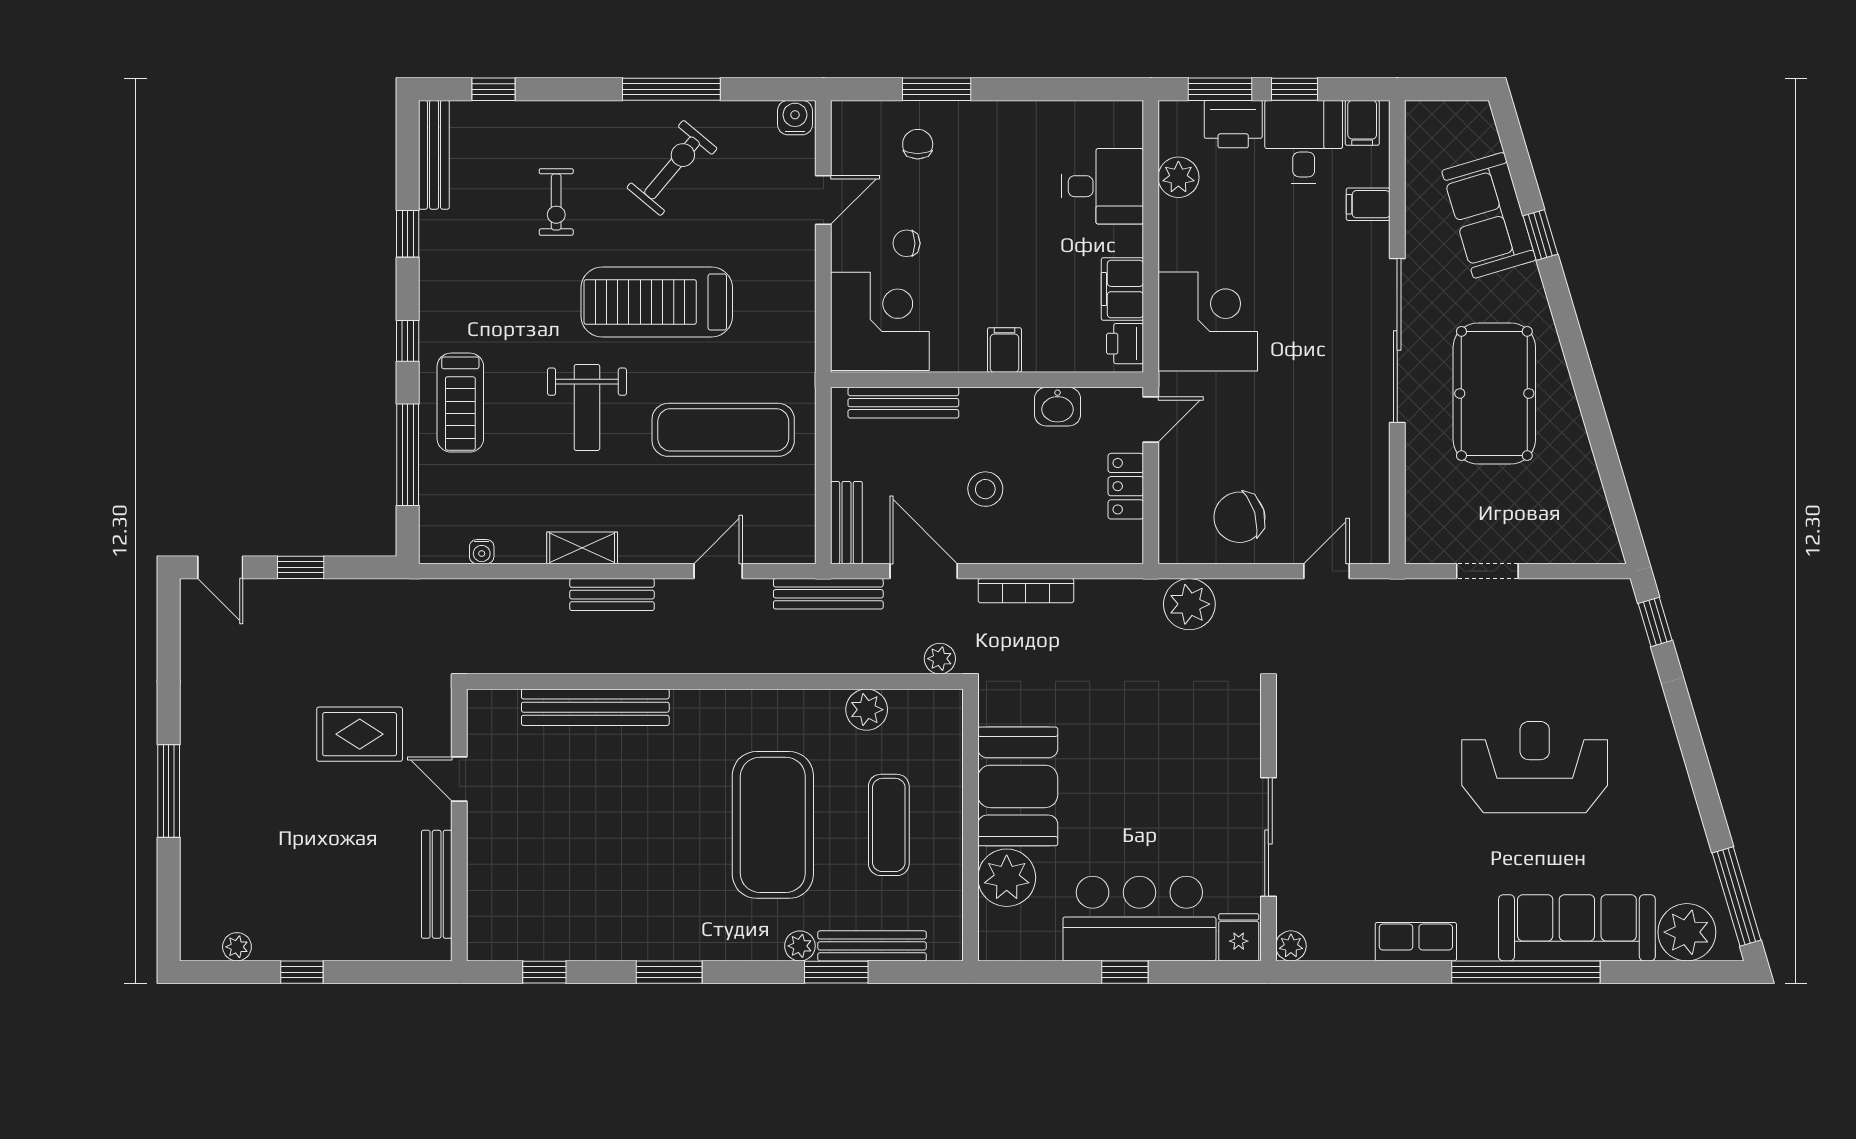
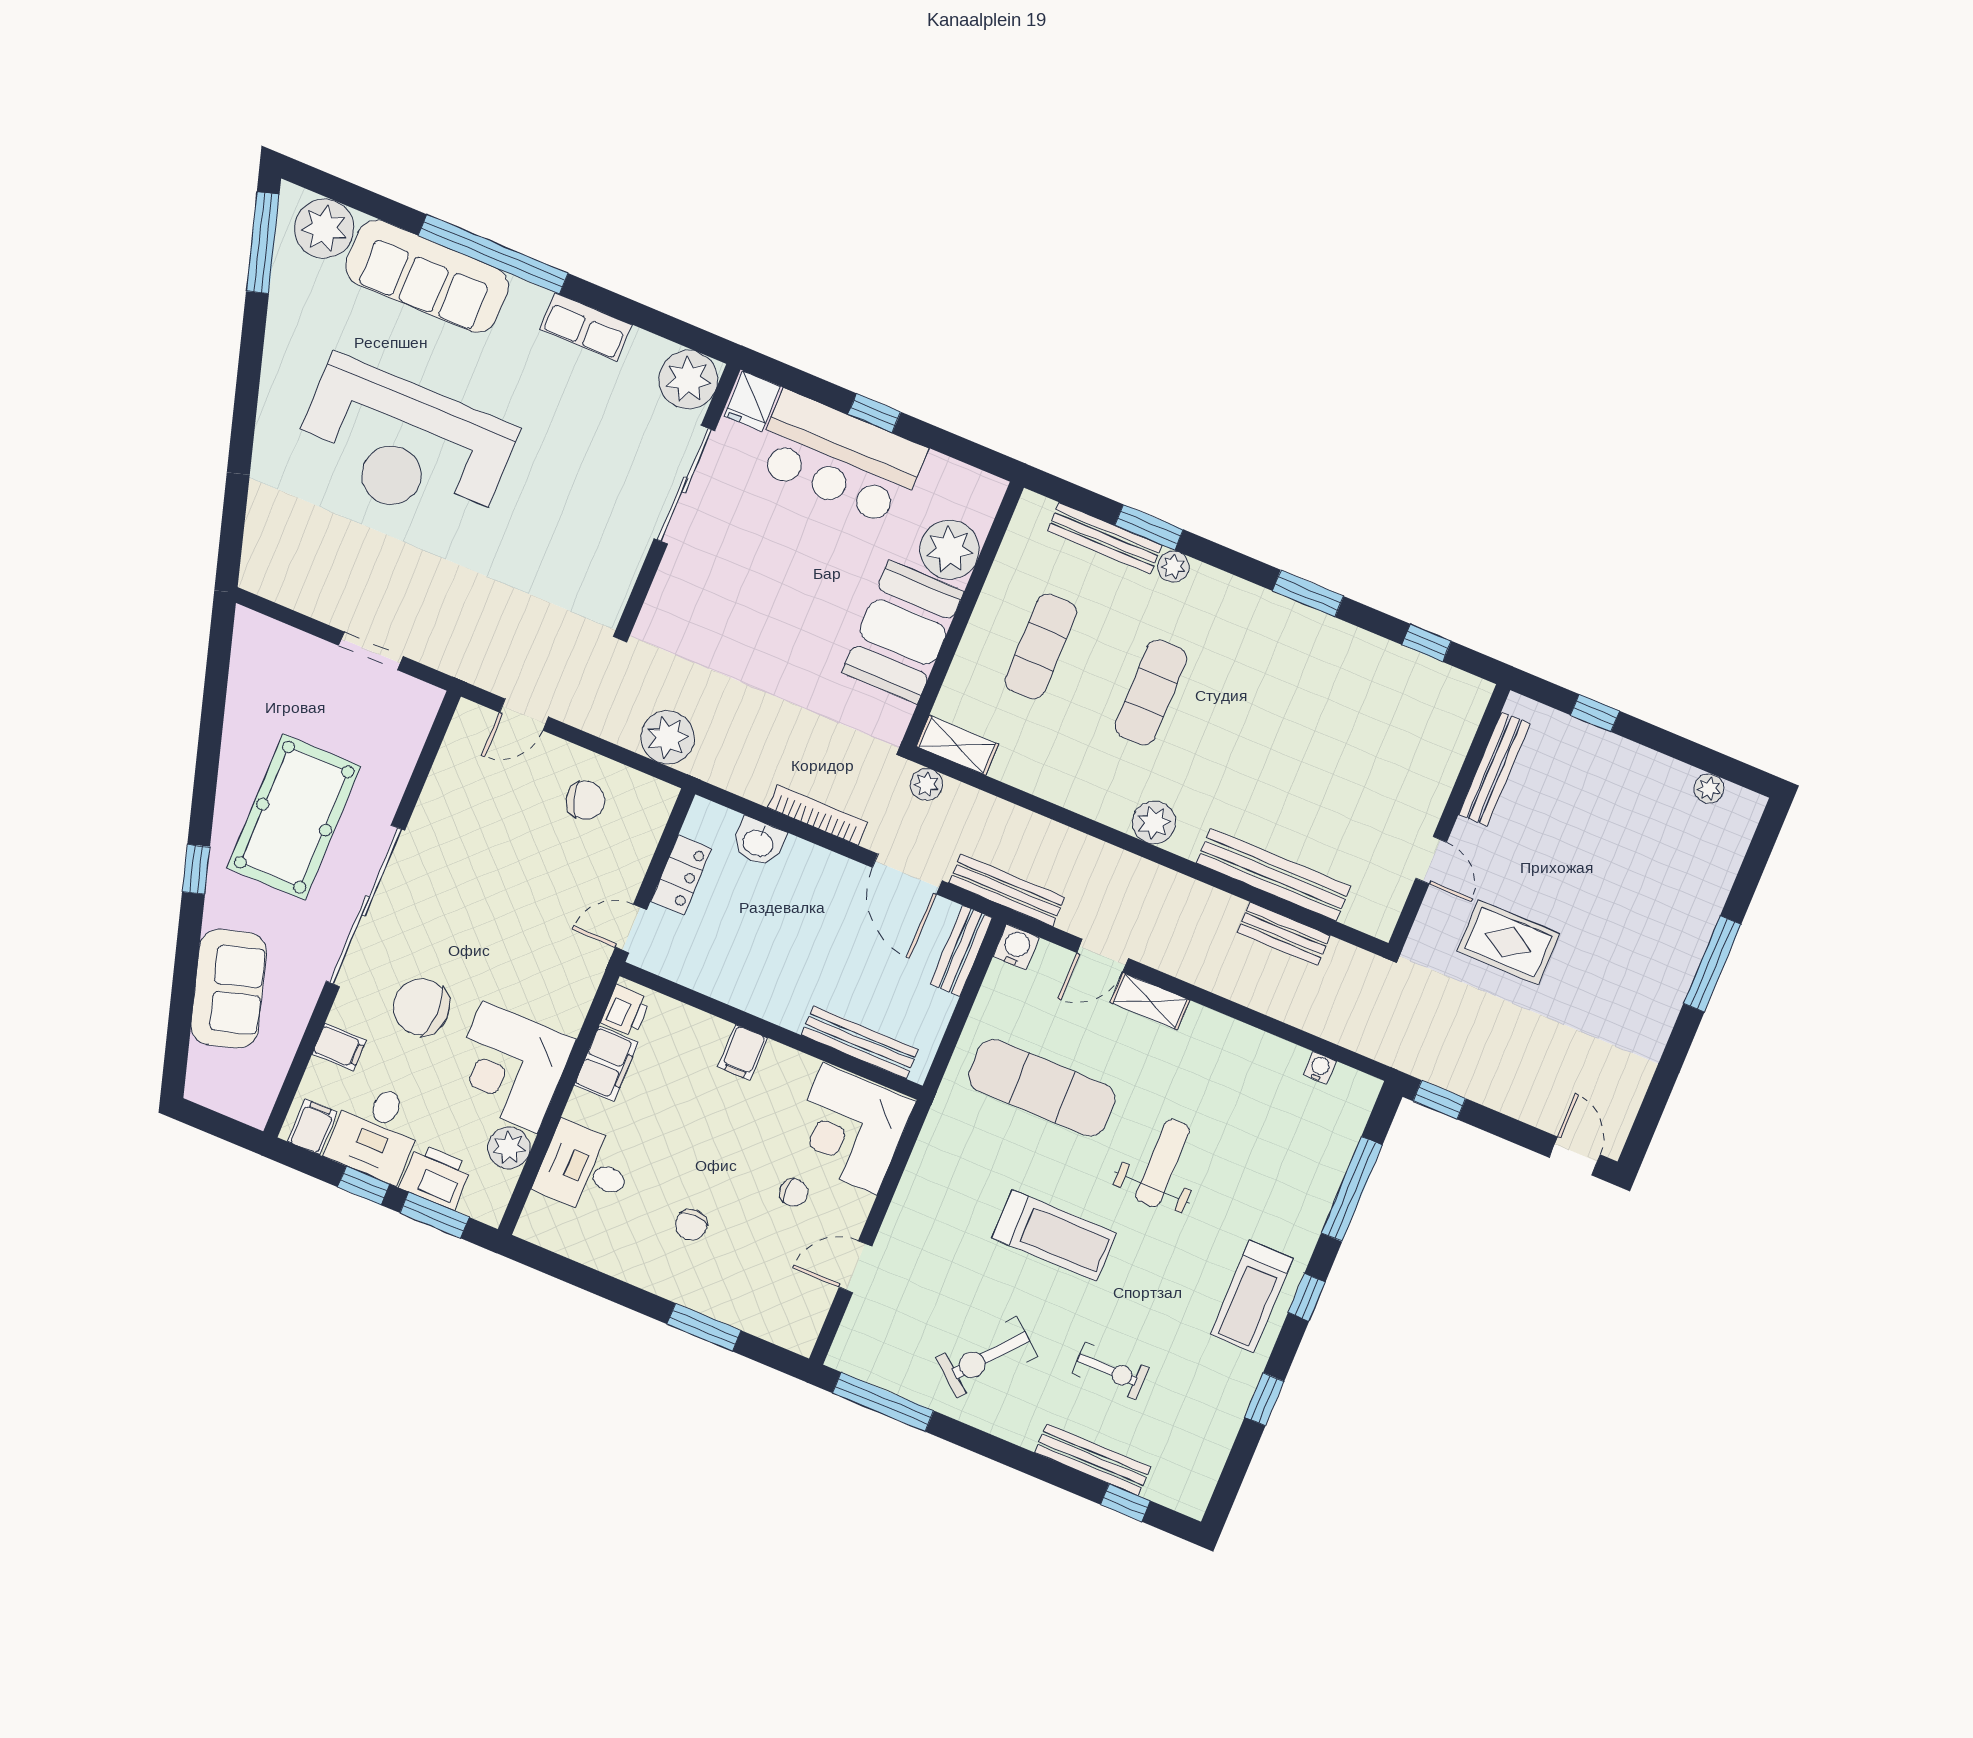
window: (671, 89) -> (883, 1402), moved
water cooler: (795, 118) -> (1016, 947), moved, turned 180
chair: (918, 144) -> (691, 1225), moved
bench: (434, 155) -> (1093, 1460), moved, turned 90
exercise bike: (556, 202) -> (1110, 1371), turned 90
window: (1540, 235) -> (196, 869), moved
chair: (1310, 271) -> (421, 1007), added
treadmill: (657, 302) -> (1054, 1236), width x0.73, depth x0.73
corner desk: (1208, 322) -> (510, 1067), moved
treadmill: (460, 403) -> (1252, 1296), moved, turned 180
washbasin: (1058, 407) -> (758, 842), moved, turned 180
stool: (985, 489) -> (816, 928), removed
chair: (1239, 517) -> (585, 800), width x0.73, depth x0.73
shelving: (582, 548) -> (1150, 1001), moved
window: (301, 567) -> (1439, 1100), moved
bench: (612, 595) -> (1284, 934), moved
window: (1655, 622) -> (232, 536), removed
shelving: (927, 705) -> (957, 745), added
plant: (867, 710) -> (1154, 822), moved
reception desk: (1535, 767) -> (404, 446), width x1.36, depth x1.30
exercise mat: (773, 825) -> (1151, 692), width x0.50, depth x0.69
plant: (1291, 946) -> (688, 380), width x1.88, depth x1.88
window: (302, 972) -> (1595, 713), moved

